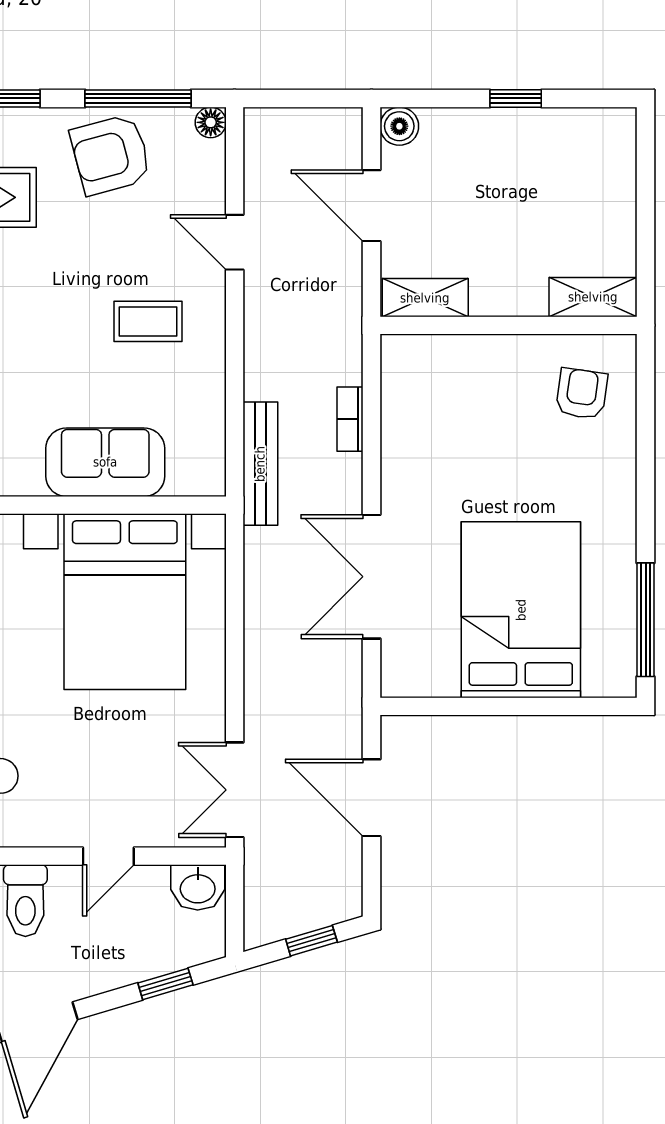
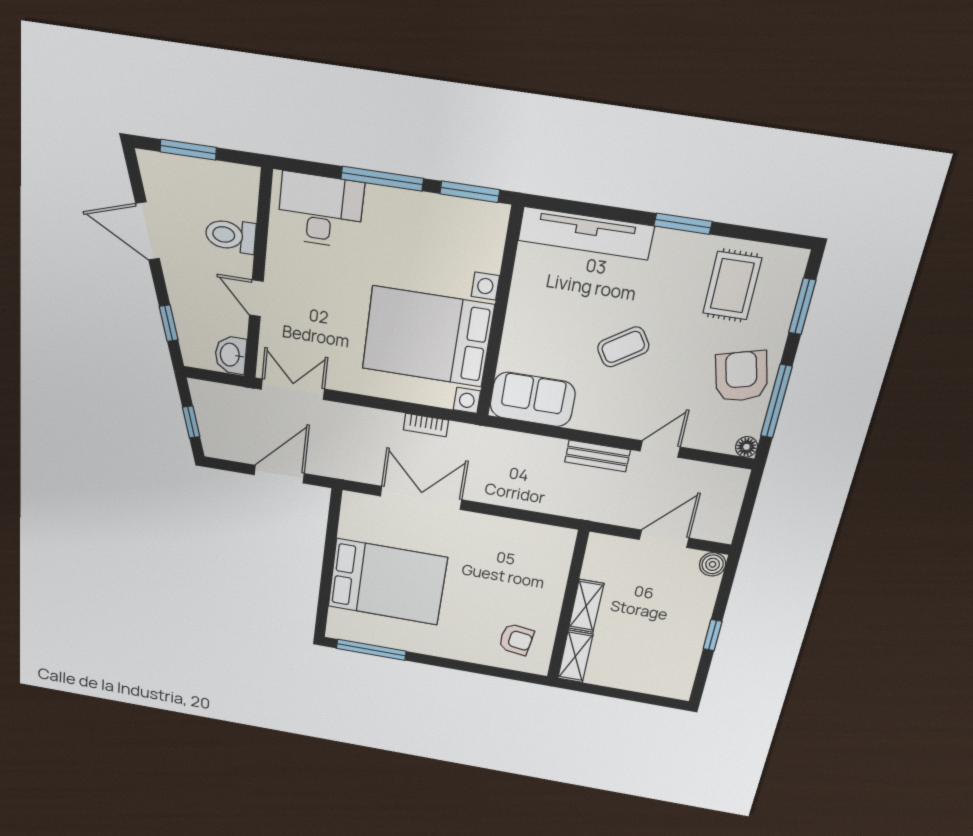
shelving: (425, 298) -> (586, 606), moved
coffee table: (148, 321) -> (623, 347), moved, turned 57
bookcase: (350, 419) -> (426, 425), moved, turned 180
sofa: (105, 462) -> (533, 399), moved, turned -90
bench: (260, 464) -> (597, 456), moved, width x0.73

